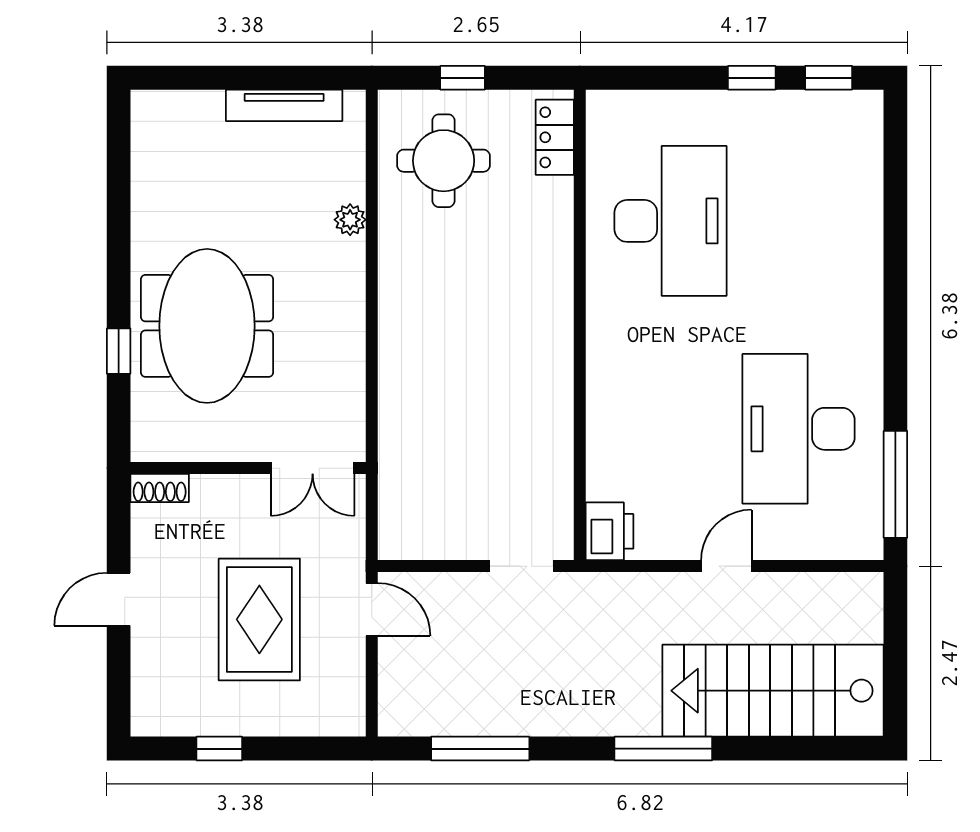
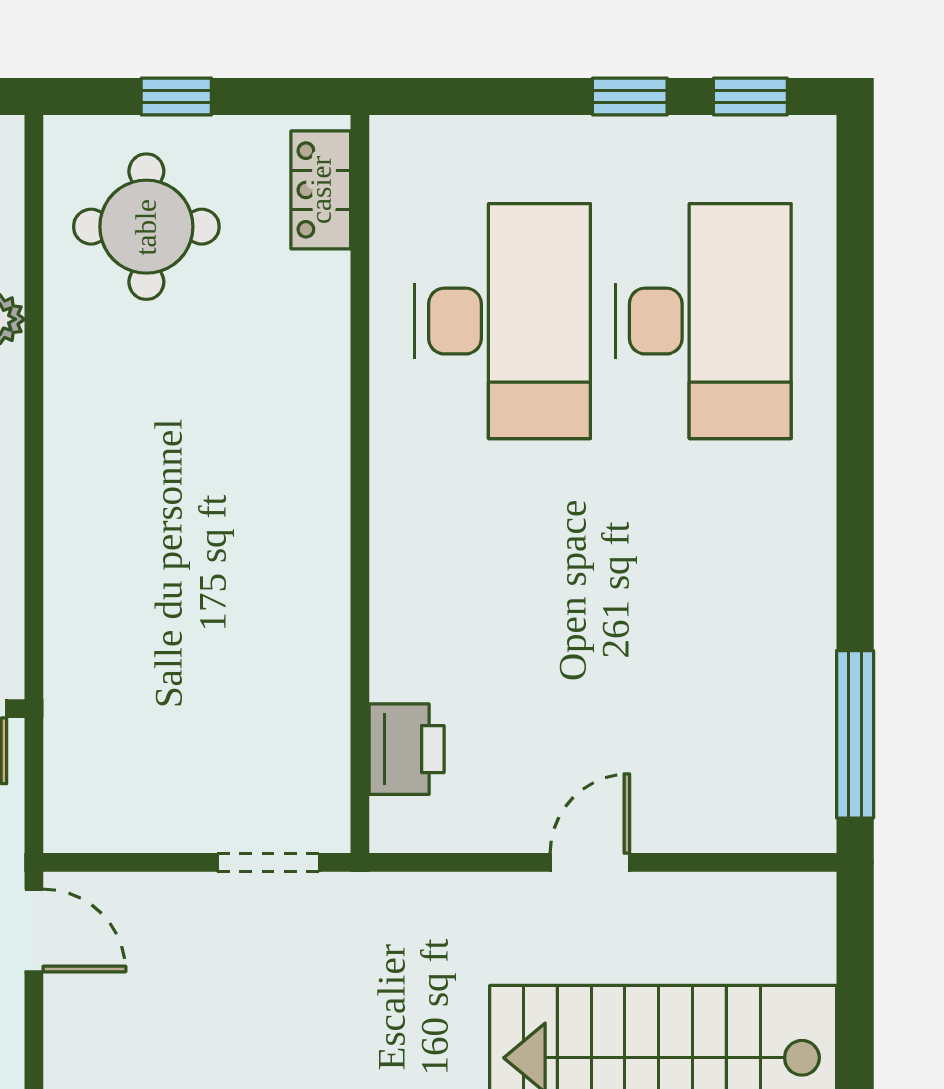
desk: (799, 429) -> (703, 321), moved, turned 180
printer: (609, 531) -> (407, 749), moved

